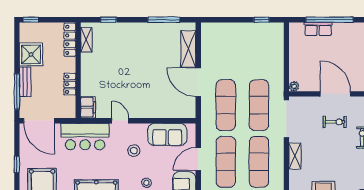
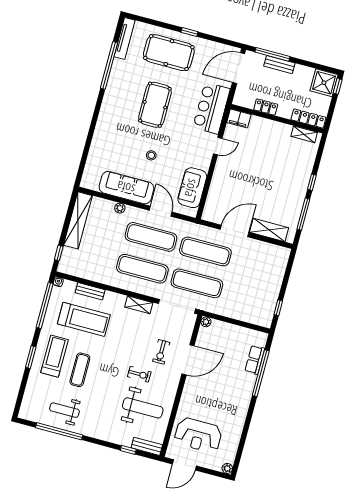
window: (108, 20) -> (312, 182), moved
shower: (31, 54) -> (324, 83), moved
stool: (134, 151) -> (185, 151), removed
window: (17, 164) -> (189, 32), moved

